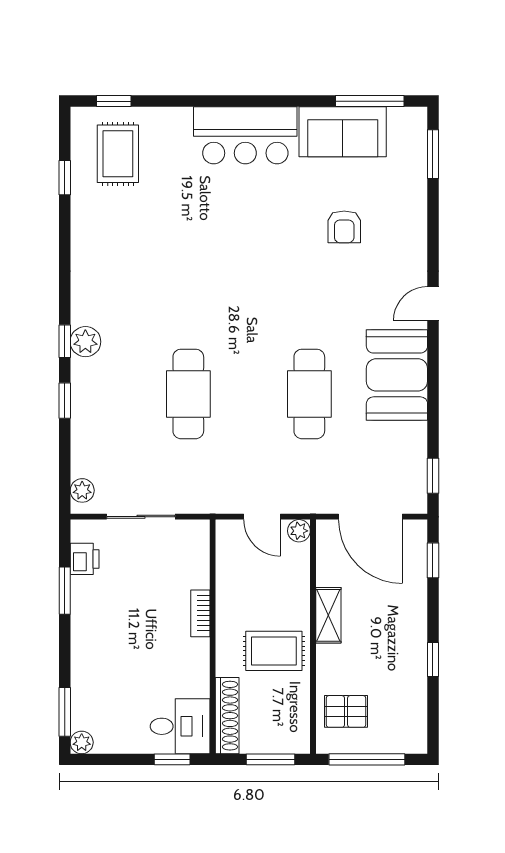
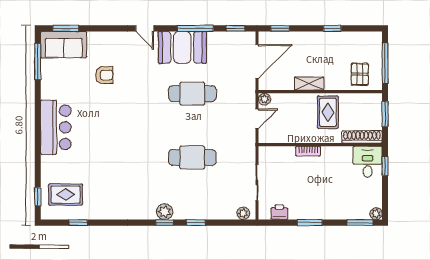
sofa: (343, 132) -> (64, 45), moved, turned 90
window: (433, 400) -> (195, 28), added
window: (65, 591) -> (310, 223), moved

